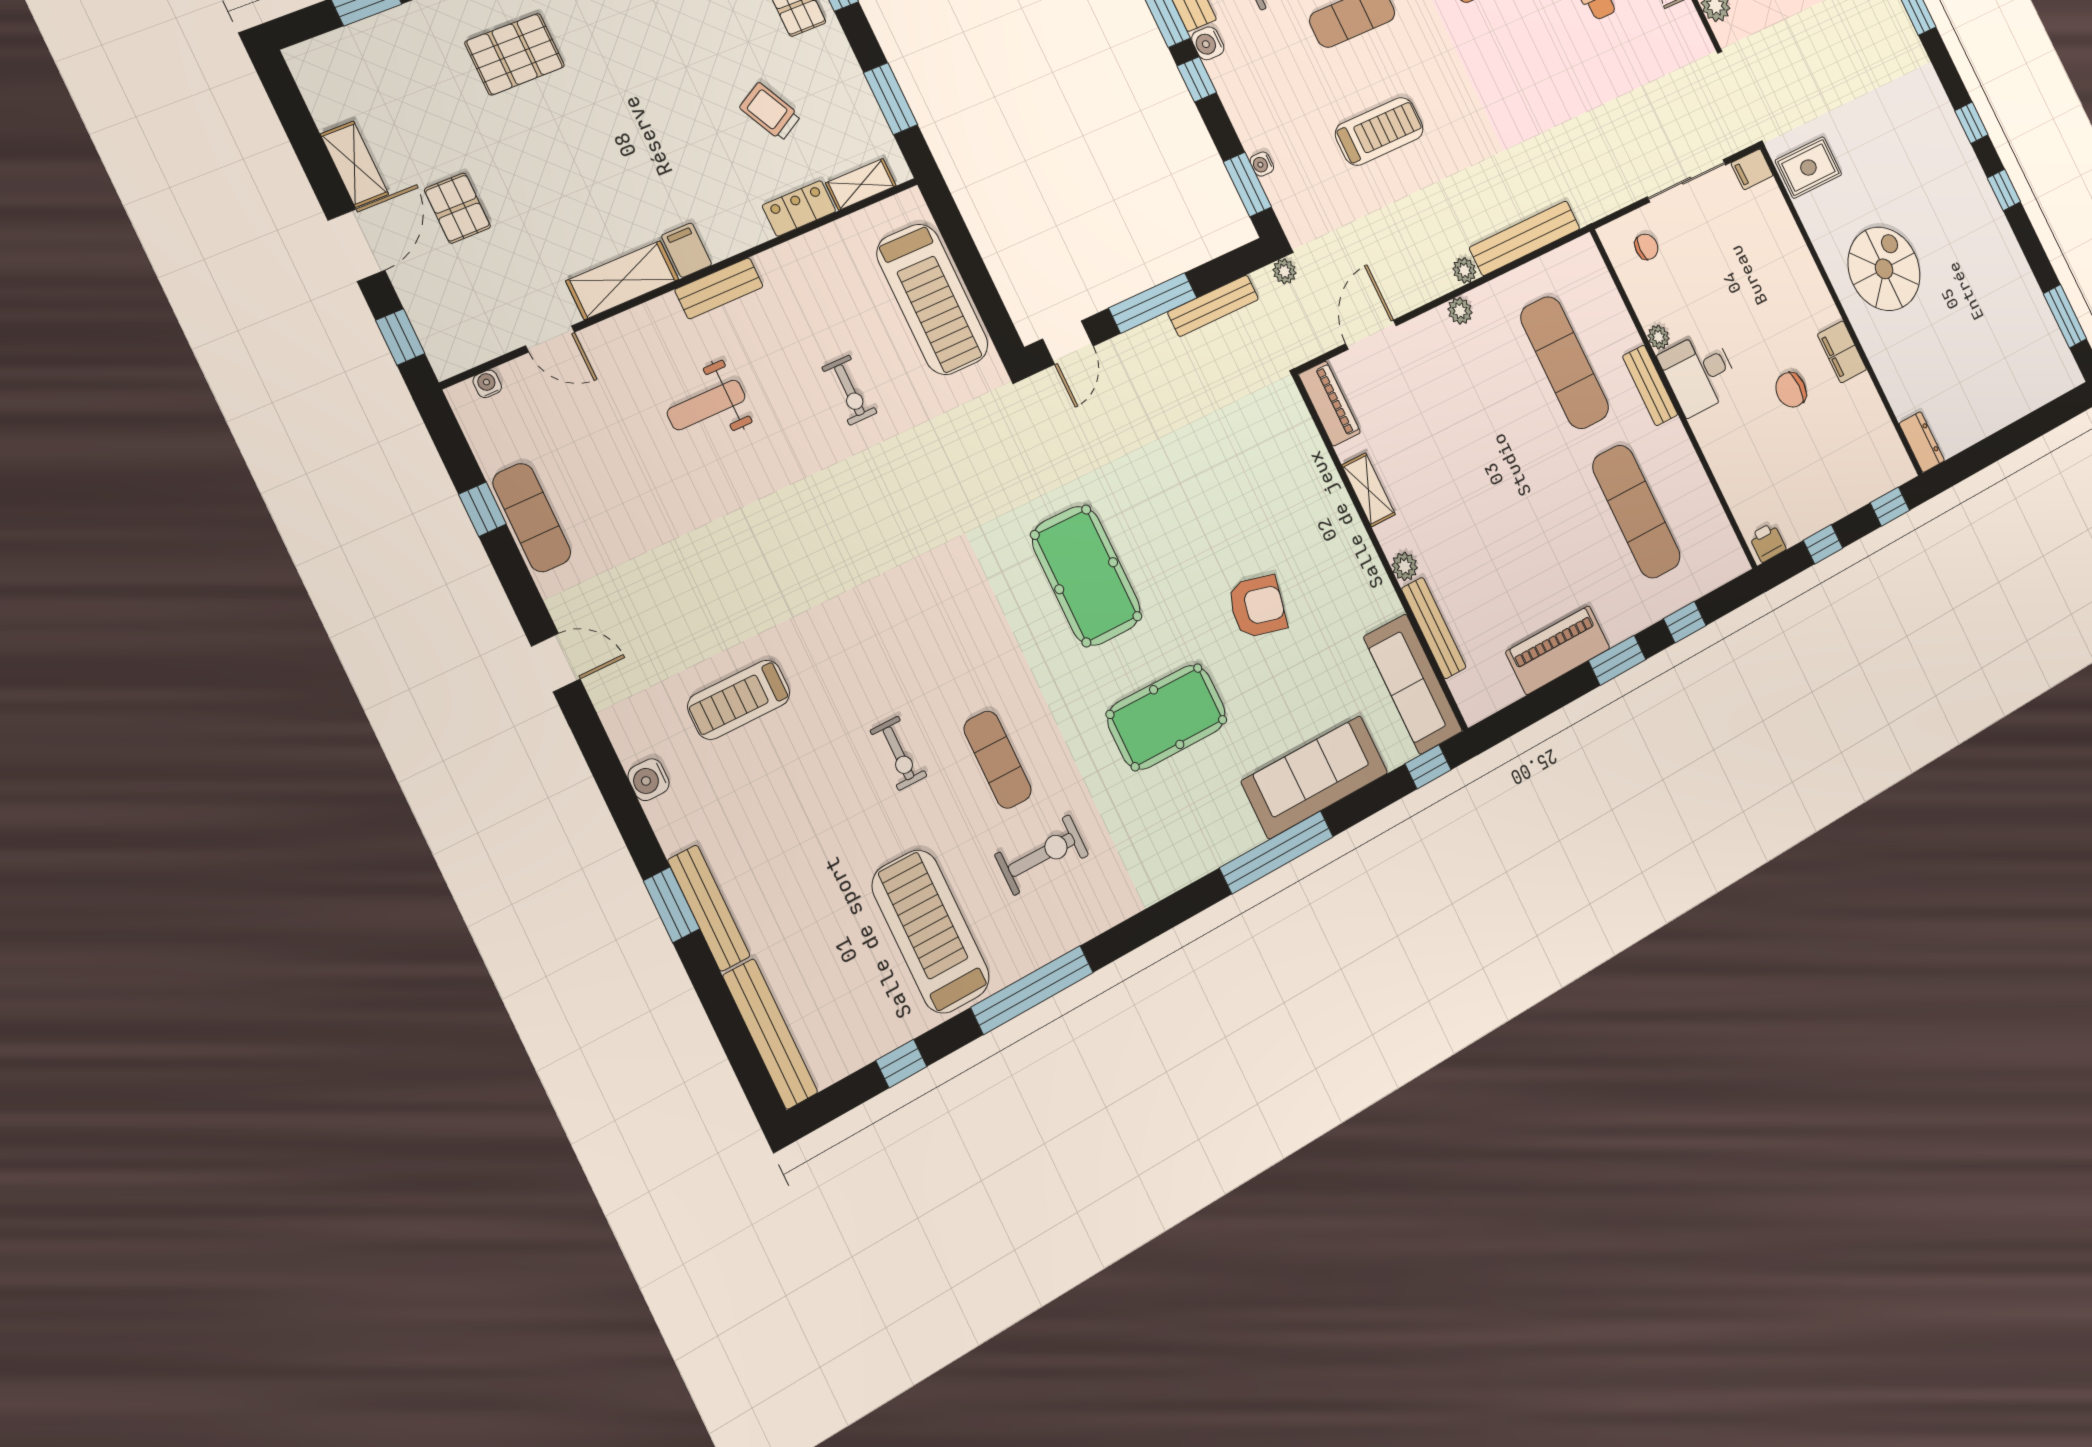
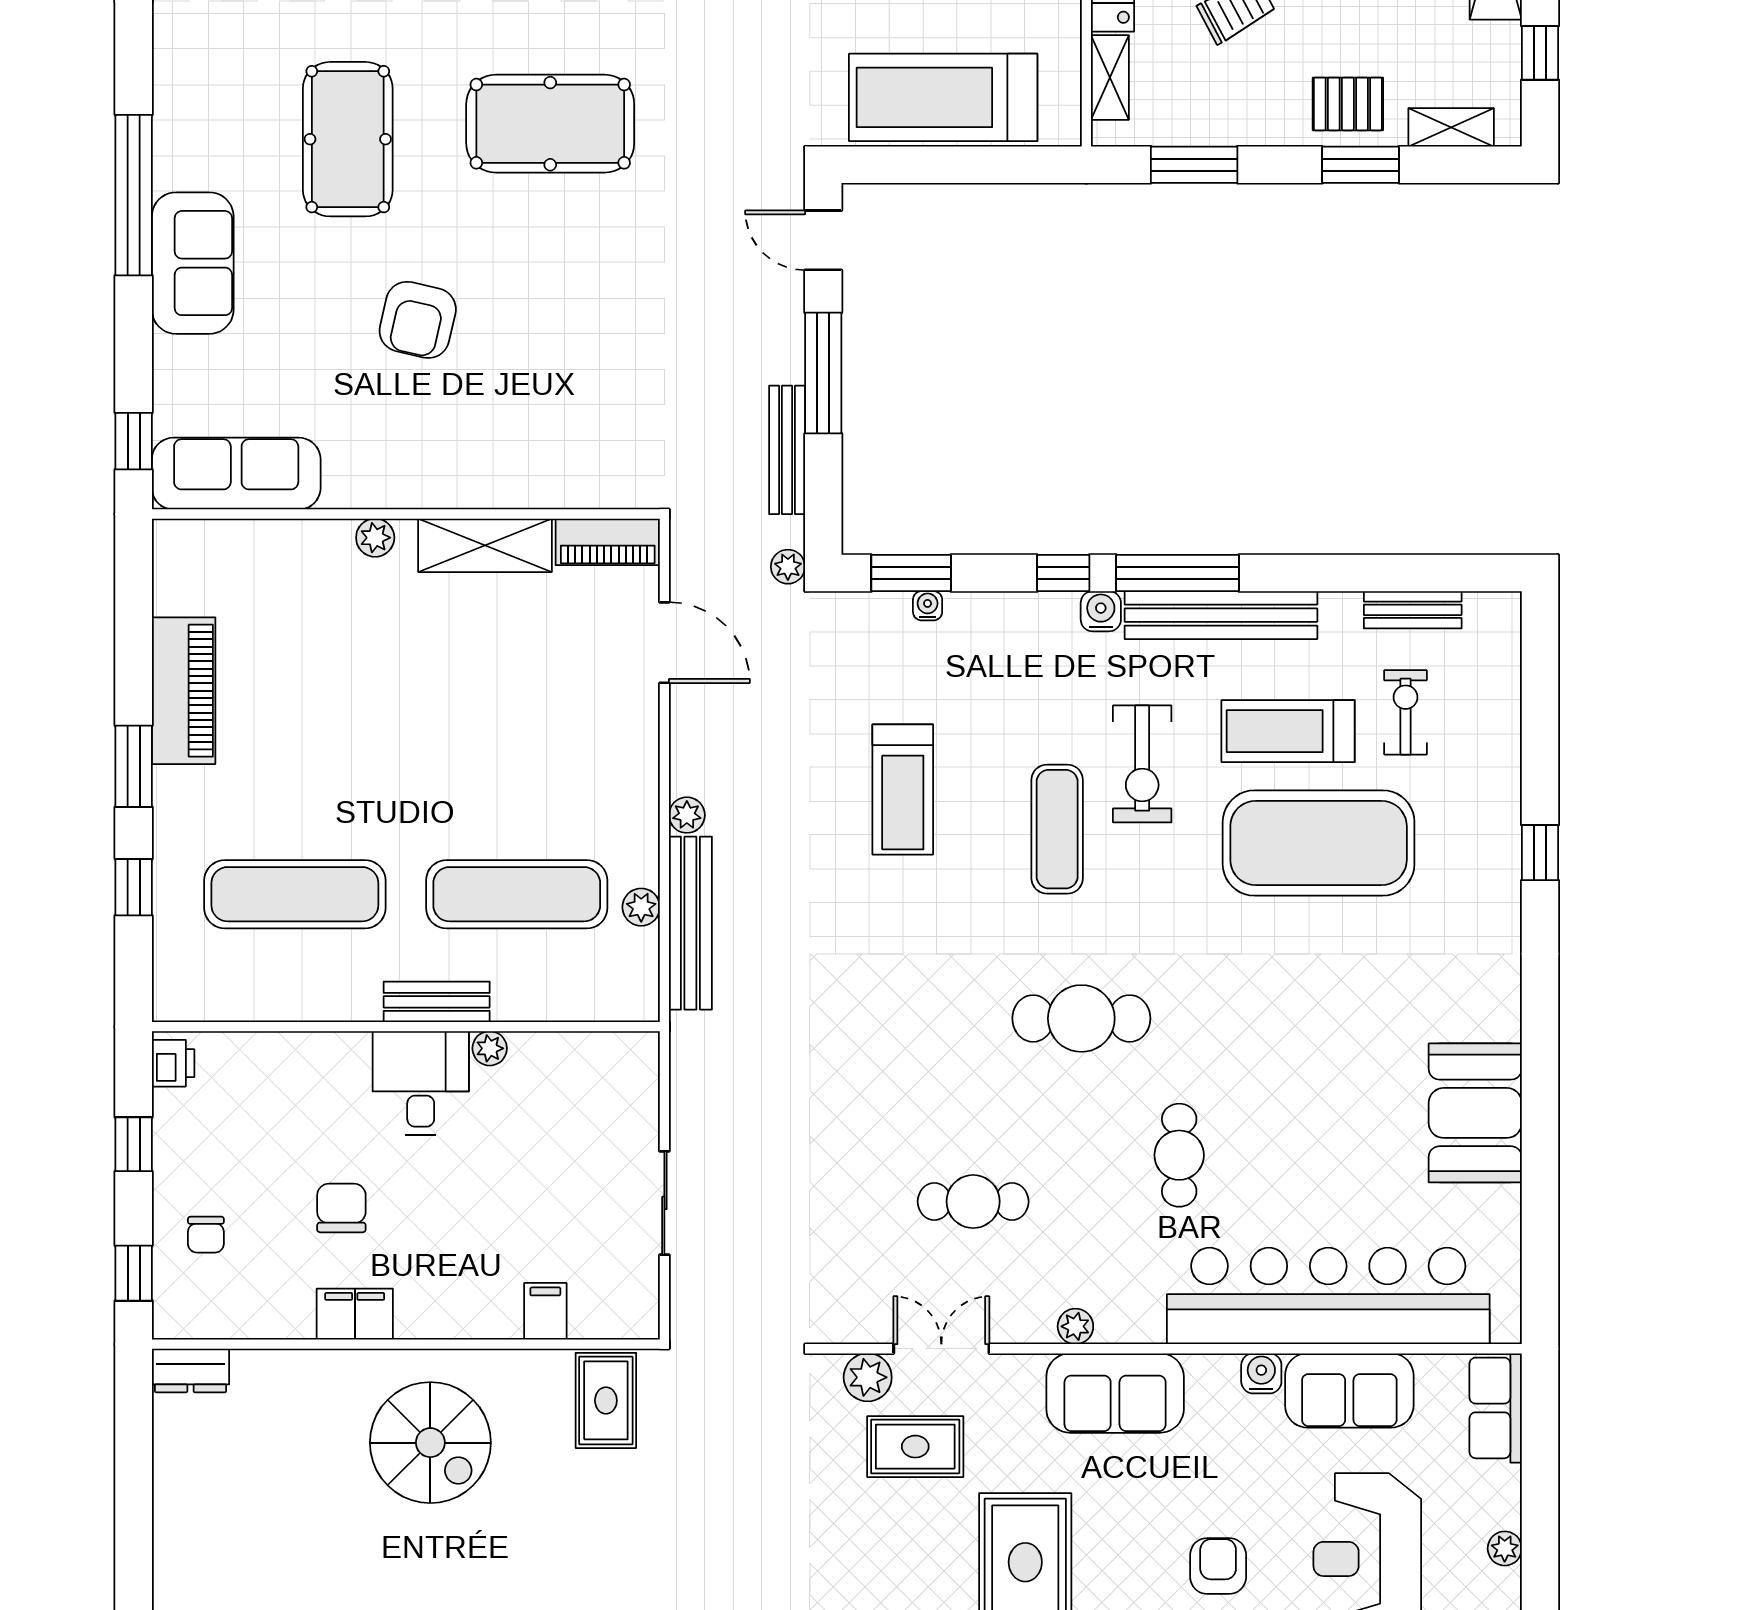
filing cabinet: (1752, 169) -> (545, 1311), moved
sliding door: (1687, 181) -> (664, 1203), width x0.73
chair: (1646, 247) -> (206, 1235), moved
plant: (1460, 311) -> (641, 907), moved
shelving: (1369, 490) -> (485, 545), width x1.50, depth x1.33
bench: (1434, 628) -> (287, 537), removed
sofa: (1315, 777) -> (193, 263), width x0.73

